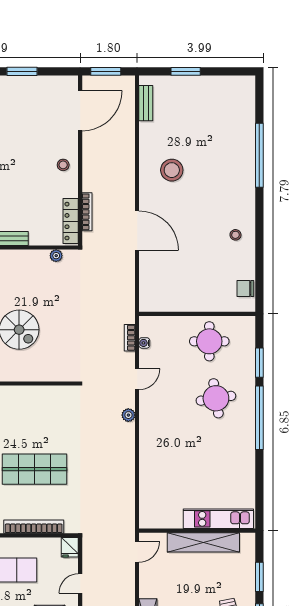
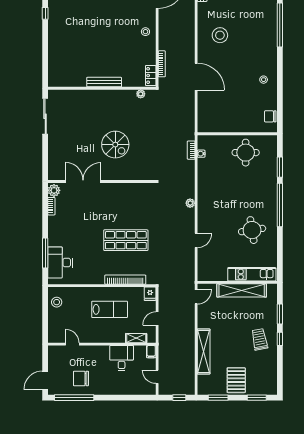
locker: (71, 221) -> (151, 76), width x0.66
door: (137, 379) -> (196, 240), moved
round table: (216, 398) -> (252, 230), moved

